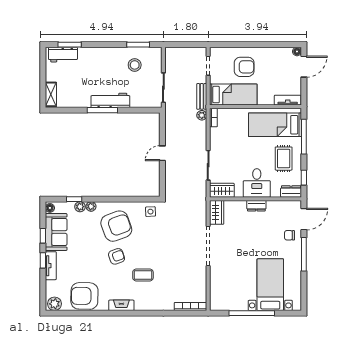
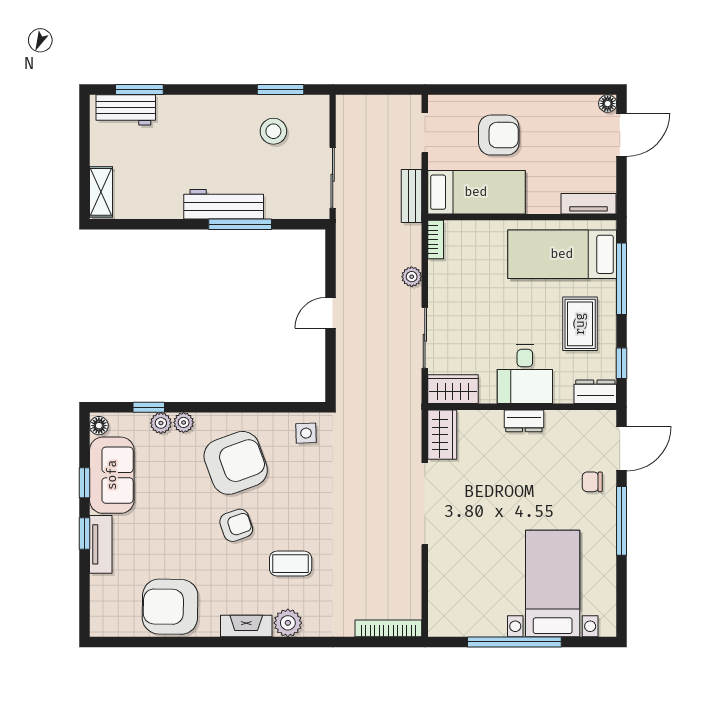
window: (102, 110) -> (240, 224), moved
plant: (202, 115) -> (412, 277), moved
plant: (54, 304) -> (288, 623), moved

